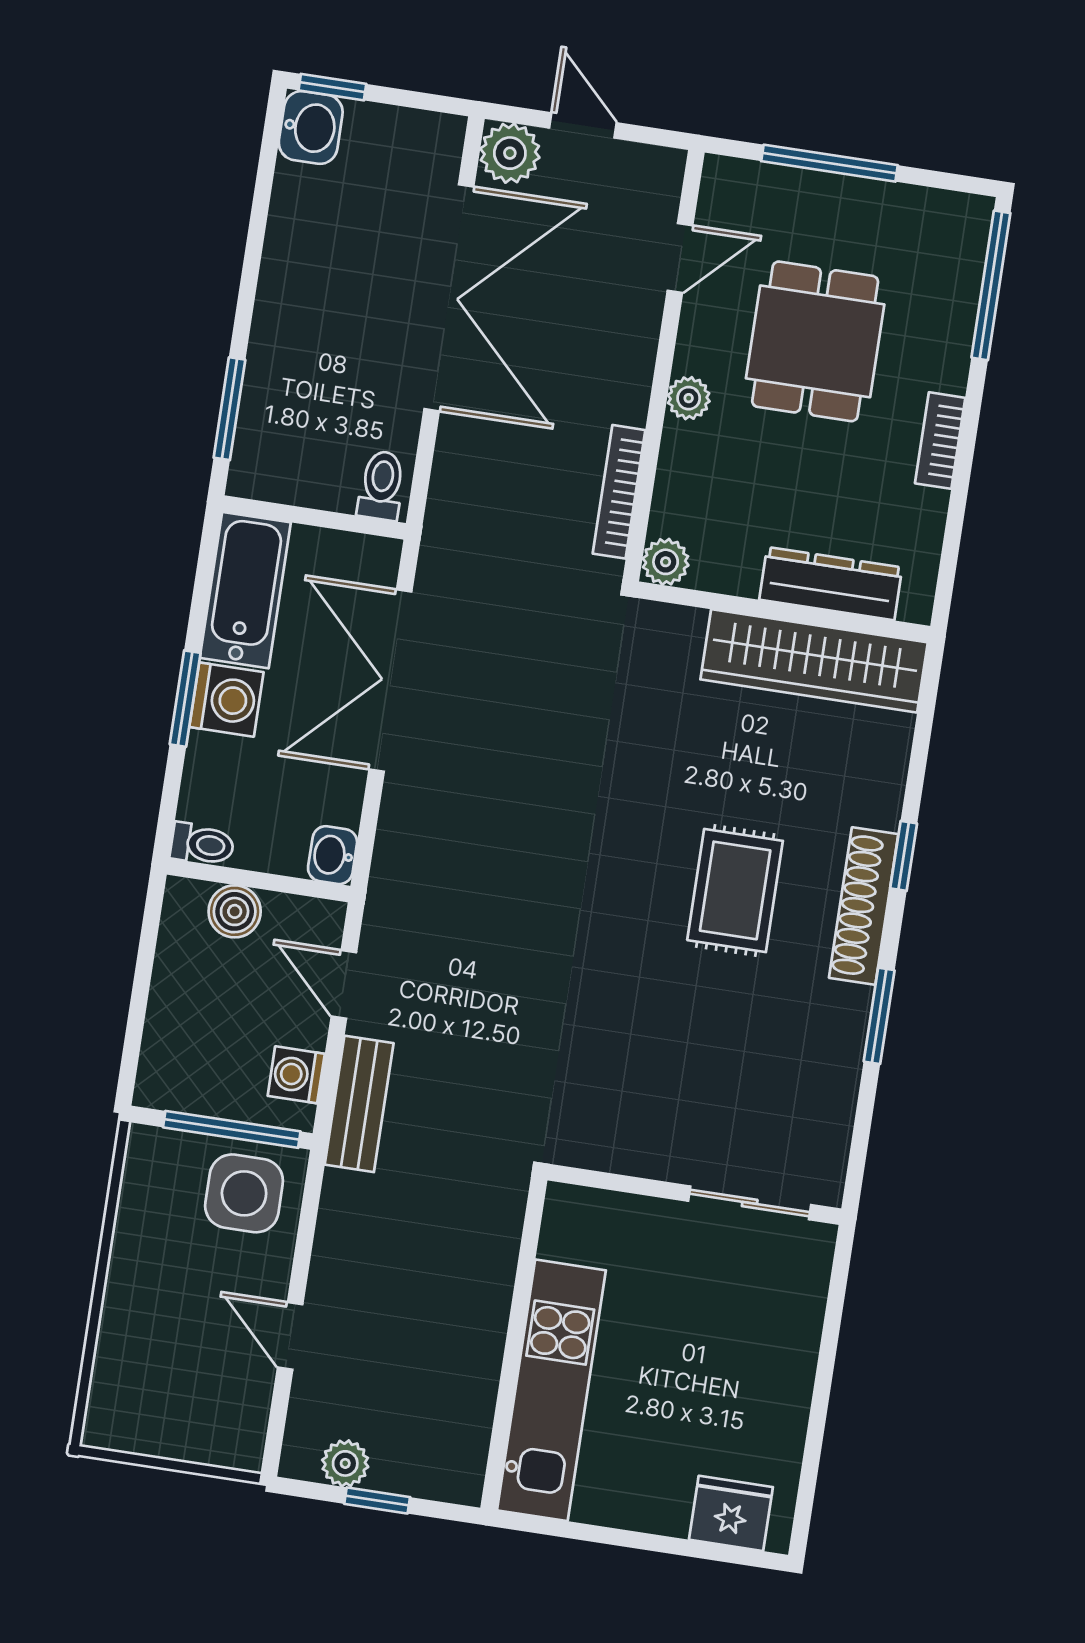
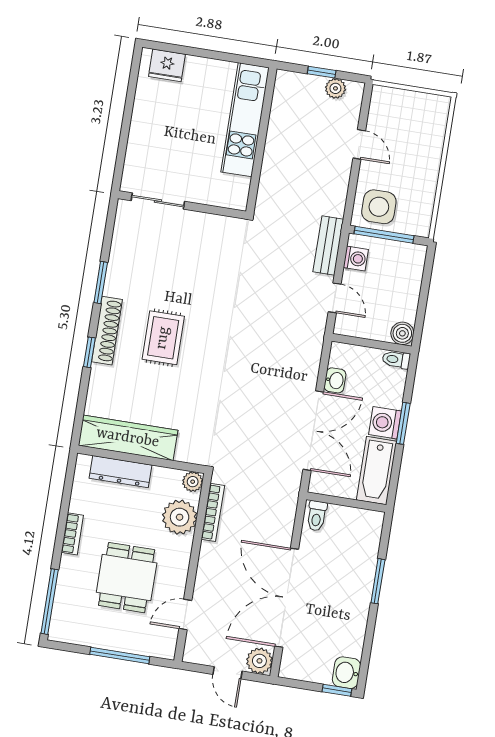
plant: (689, 398) -> (180, 517), moved, width x1.88, depth x1.88
window: (229, 409) -> (378, 581), moved
washbasin: (333, 855) -> (335, 380), moved
boiler: (235, 911) -> (402, 333), moved

